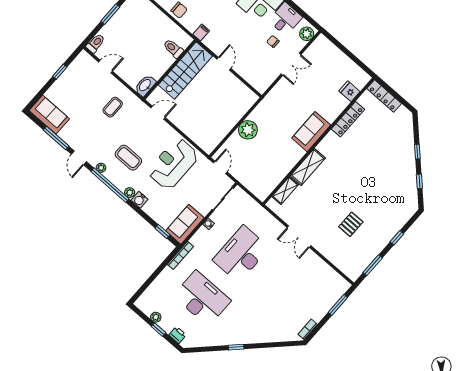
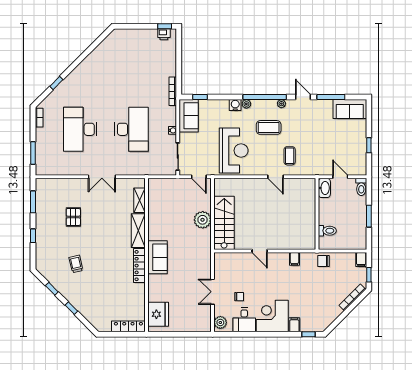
toilet: (173, 49) -> (327, 231), moved
door: (105, 67) -> (340, 177), swing flipped
wall: (170, 70) -> (317, 214), moved
stairs: (185, 70) -> (224, 223), moved, turned 180
washbasin: (145, 85) -> (324, 188), moved
fridge: (349, 91) -> (158, 314), width x1.88, depth x1.34
coffee table: (113, 107) -> (290, 156), moved
door: (158, 113) -> (276, 177), hinge flipped
locker: (348, 119) -> (139, 266), moved
trolley: (382, 184) -> (76, 264), added
double door: (299, 237) -> (102, 177), swing flipped
desk: (202, 298) -> (80, 129), moved, turned 90
plant: (156, 317) -> (152, 33), removed
window: (158, 330) -> (165, 26), moved
printer: (178, 335) -> (164, 34), moved
window: (236, 347) -> (56, 83), moved

